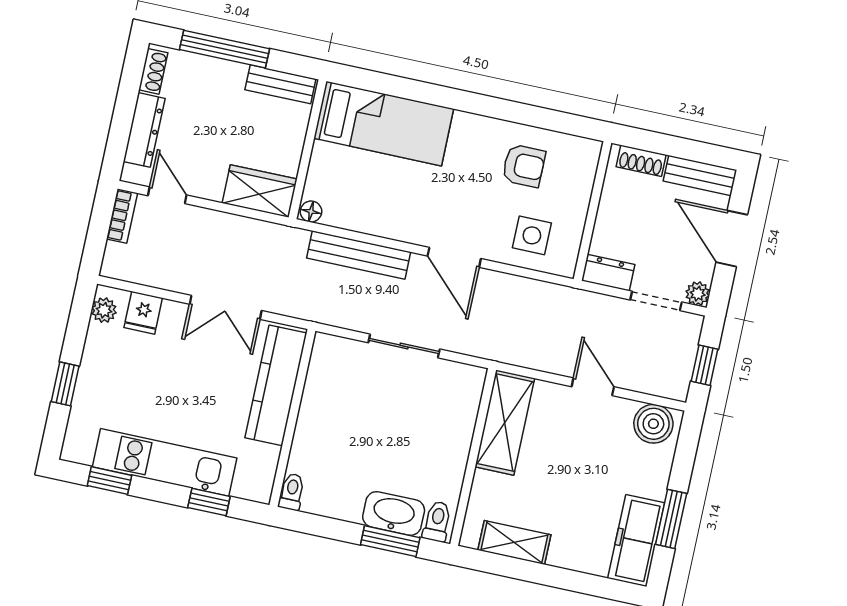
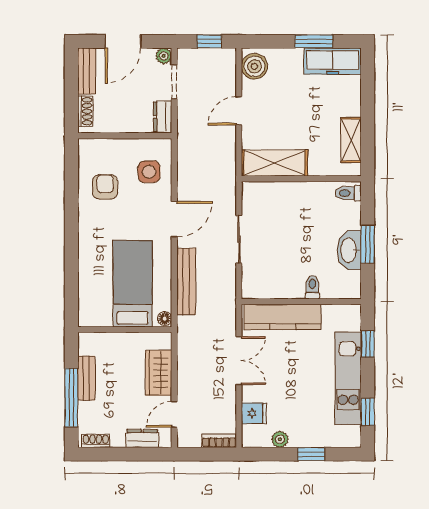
bench: (280, 84) -> (86, 378), moved
bed: (384, 124) -> (133, 284), moved
dresser: (144, 130) -> (142, 438), width x0.70
wardrobe: (260, 191) -> (159, 373), moved
bookcase: (122, 216) -> (219, 441), moved
plant: (104, 310) -> (280, 439), moved
toilet: (292, 492) -> (312, 287), moved, turned 90
washbasin: (394, 513) -> (349, 250), moved
window: (390, 541) -> (368, 244), moved

